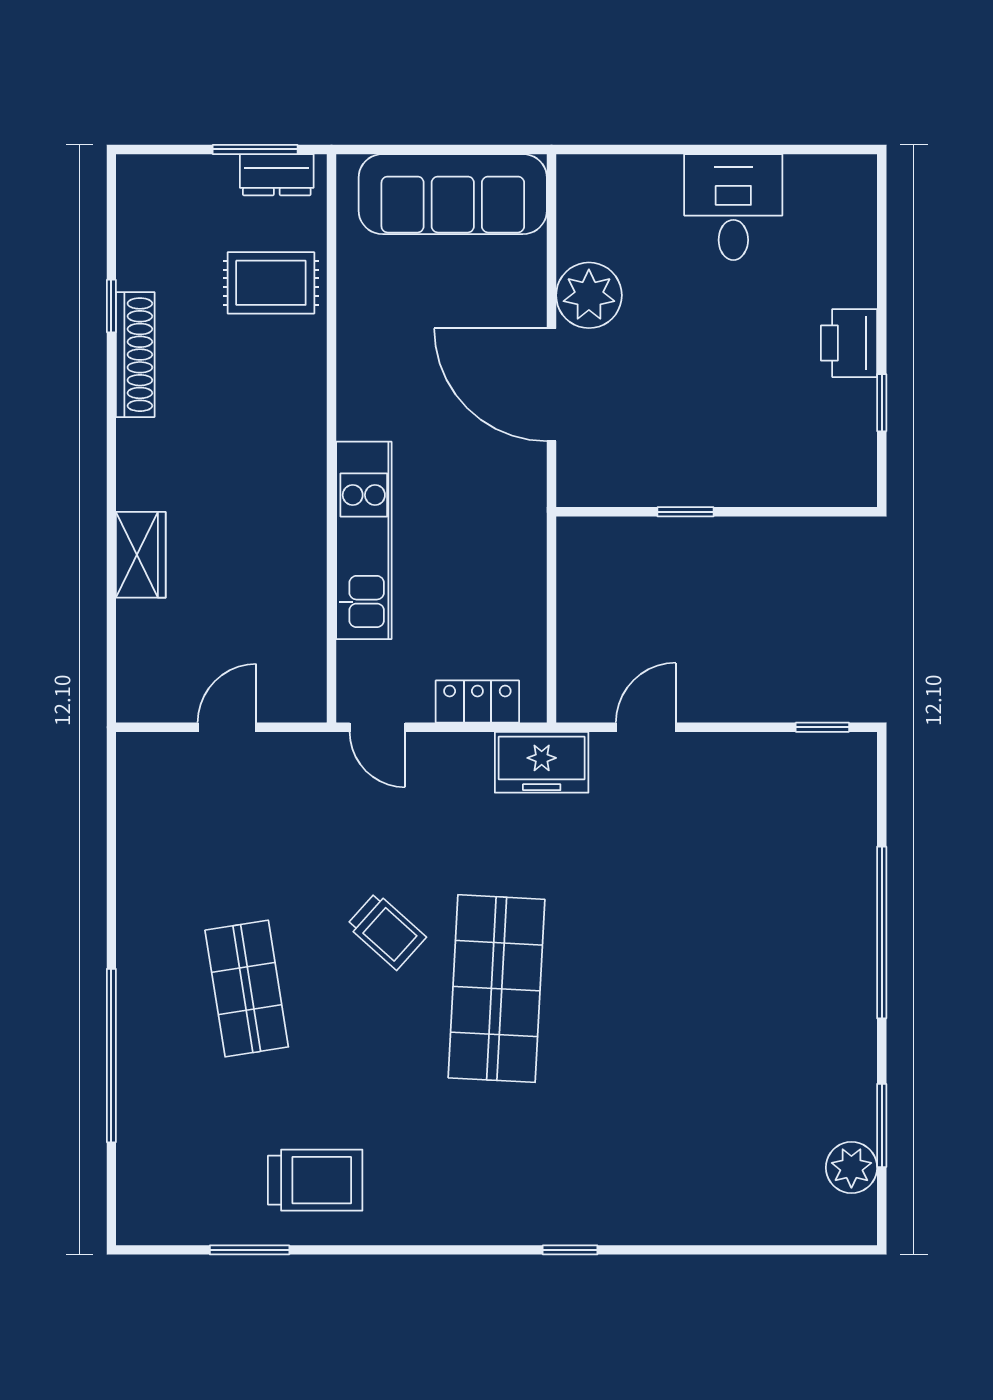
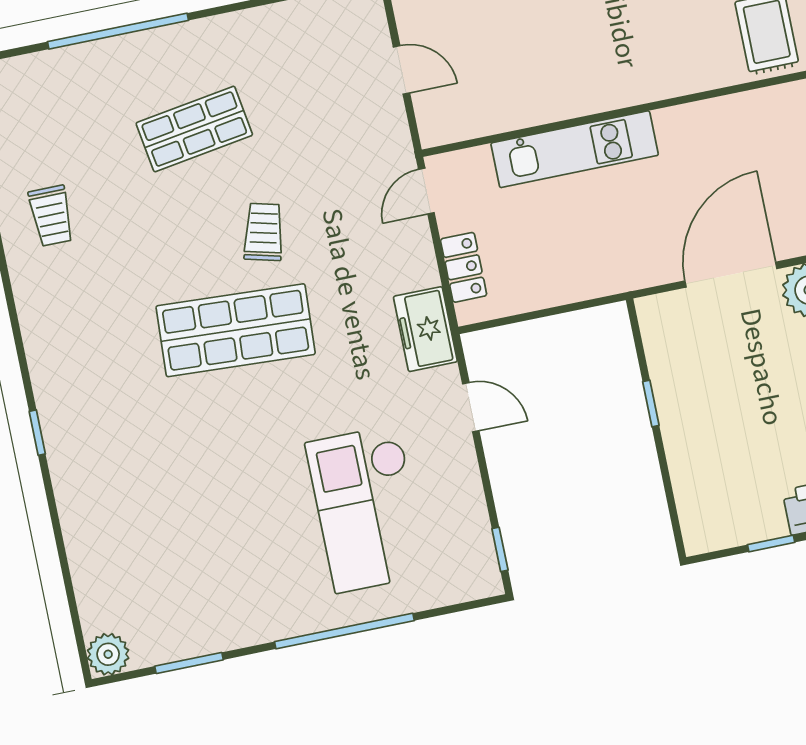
checkout: (742, 876) -> (367, 509), added
trolley: (386, 931) -> (264, 232), turned 152
plant: (851, 1168) -> (108, 654), moved
trolley: (315, 1180) -> (51, 216), width x0.73, depth x0.72

